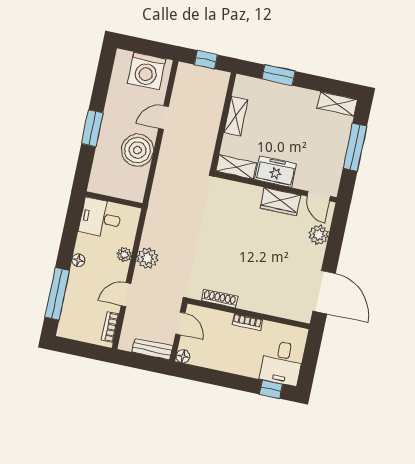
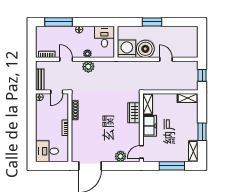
washing machine: (146, 71) -> (127, 49), moved, turned 90
window: (278, 75) -> (202, 132), moved
shelving: (236, 116) -> (188, 98), moved
wardrobe: (280, 202) -> (134, 113), moved
window: (271, 389) -> (32, 148), removed

